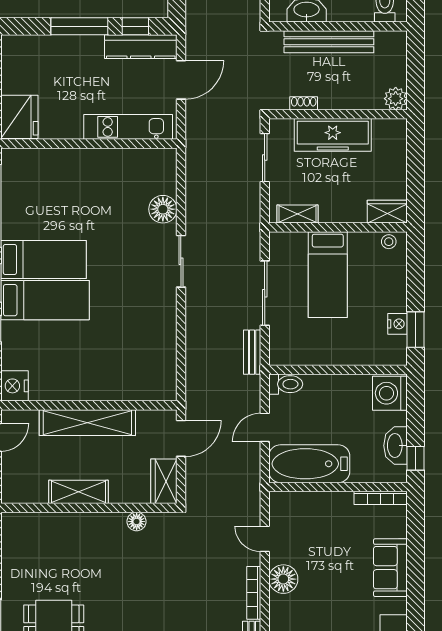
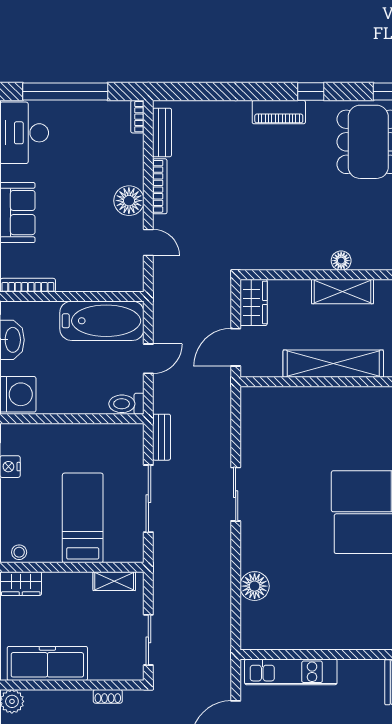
freezer: (333, 135) -> (47, 663), moved
sliding door: (181, 261) -> (236, 494), moved
floor lamp: (137, 522) -> (341, 261), moved

